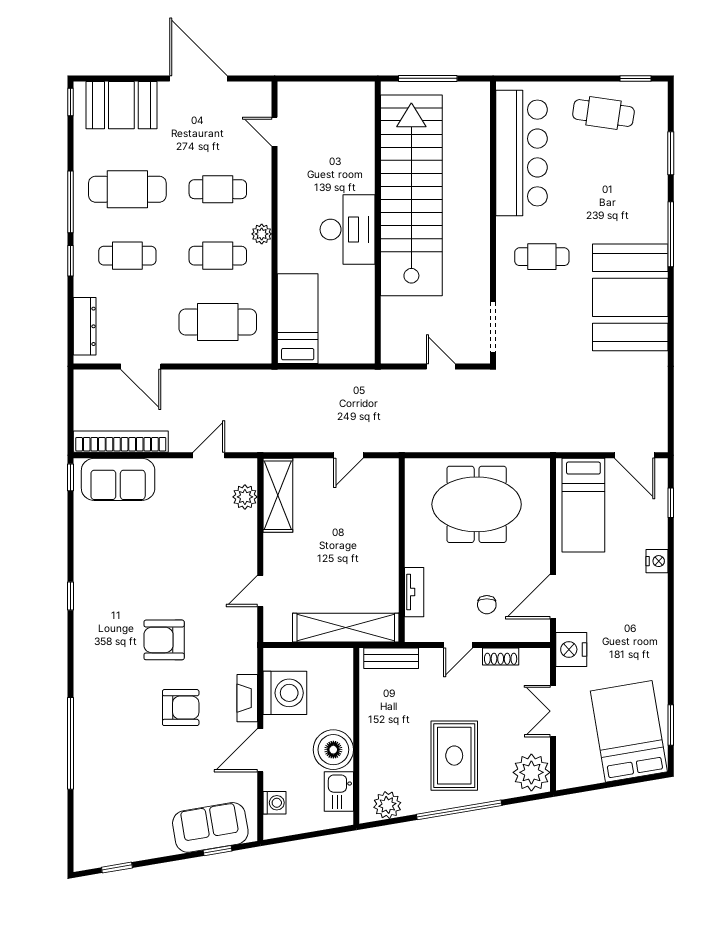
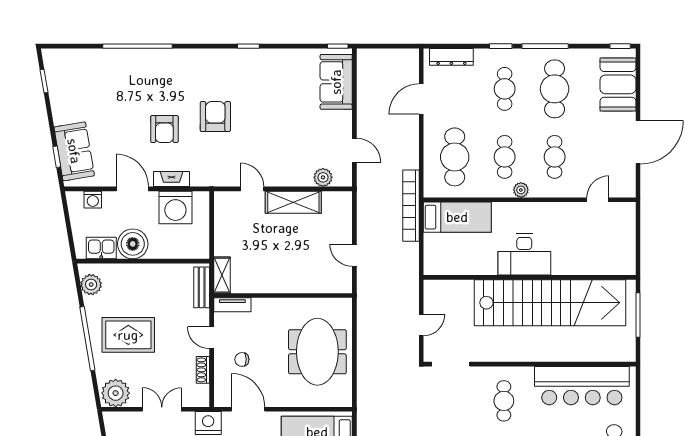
bookcase: (121, 442) -> (411, 206), moved, turned 180
shelving: (278, 495) -> (293, 202), moved
tv unit: (414, 592) -> (232, 305), moved
shelving: (346, 628) -> (222, 275), width x0.45, depth x0.75

